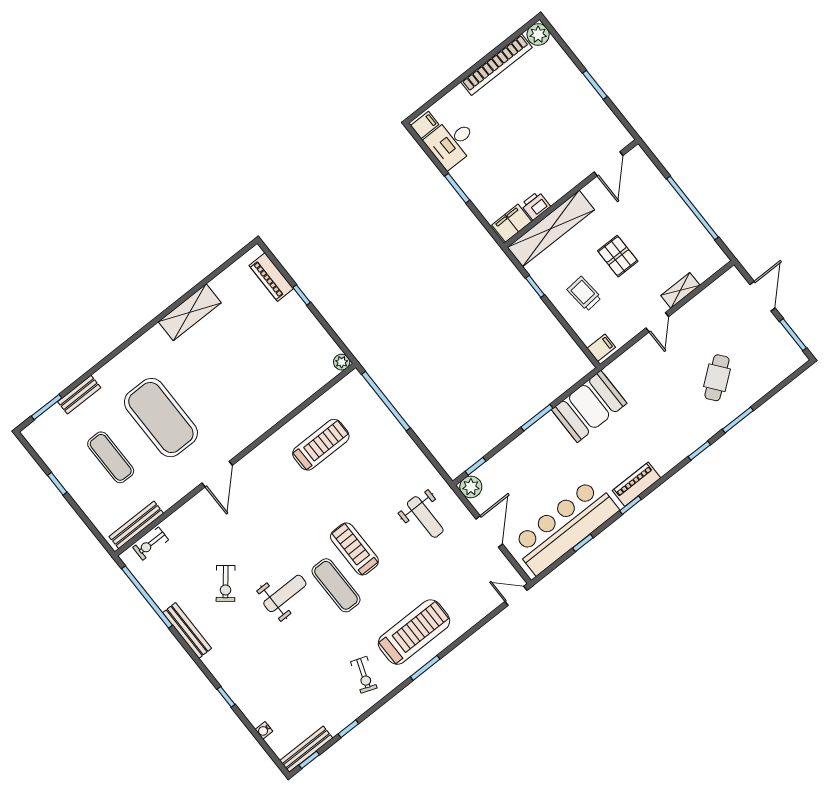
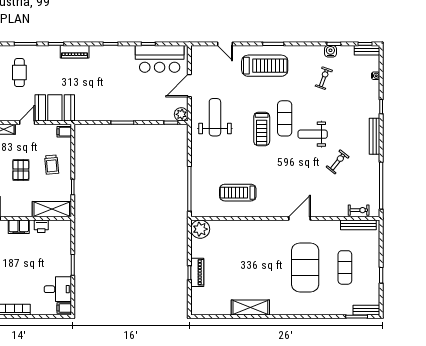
filing cabinet: (512, 223) -> (19, 227), moved
shelving: (551, 229) -> (52, 209), width x0.68
piano: (271, 277) -> (197, 272), moved
plant: (342, 362) -> (200, 229), width x1.87, depth x1.87
cafe table: (717, 378) -> (19, 73), turned -52
bench: (79, 395) -> (366, 310), moved
booth: (589, 406) -> (55, 108), moved
piano: (637, 484) -> (75, 52), moved
weight bench: (425, 517) -> (215, 117), width x1.36, depth x1.33
bar counter: (565, 526) -> (160, 59), width x0.73
door: (516, 596) -> (225, 44), moved
bench: (187, 631) -> (374, 136), moved
treadmill: (414, 632) -> (265, 66), turned 180
exercise bike: (364, 675) -> (324, 78), moved
water cooler: (345, 716) -> (330, 51), added
bench: (306, 749) -> (367, 50), width x0.73

